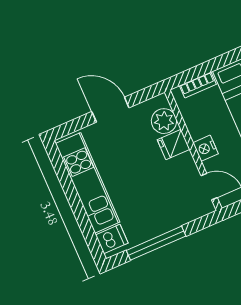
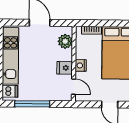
fridge: (174, 144) -> (65, 68), moved

